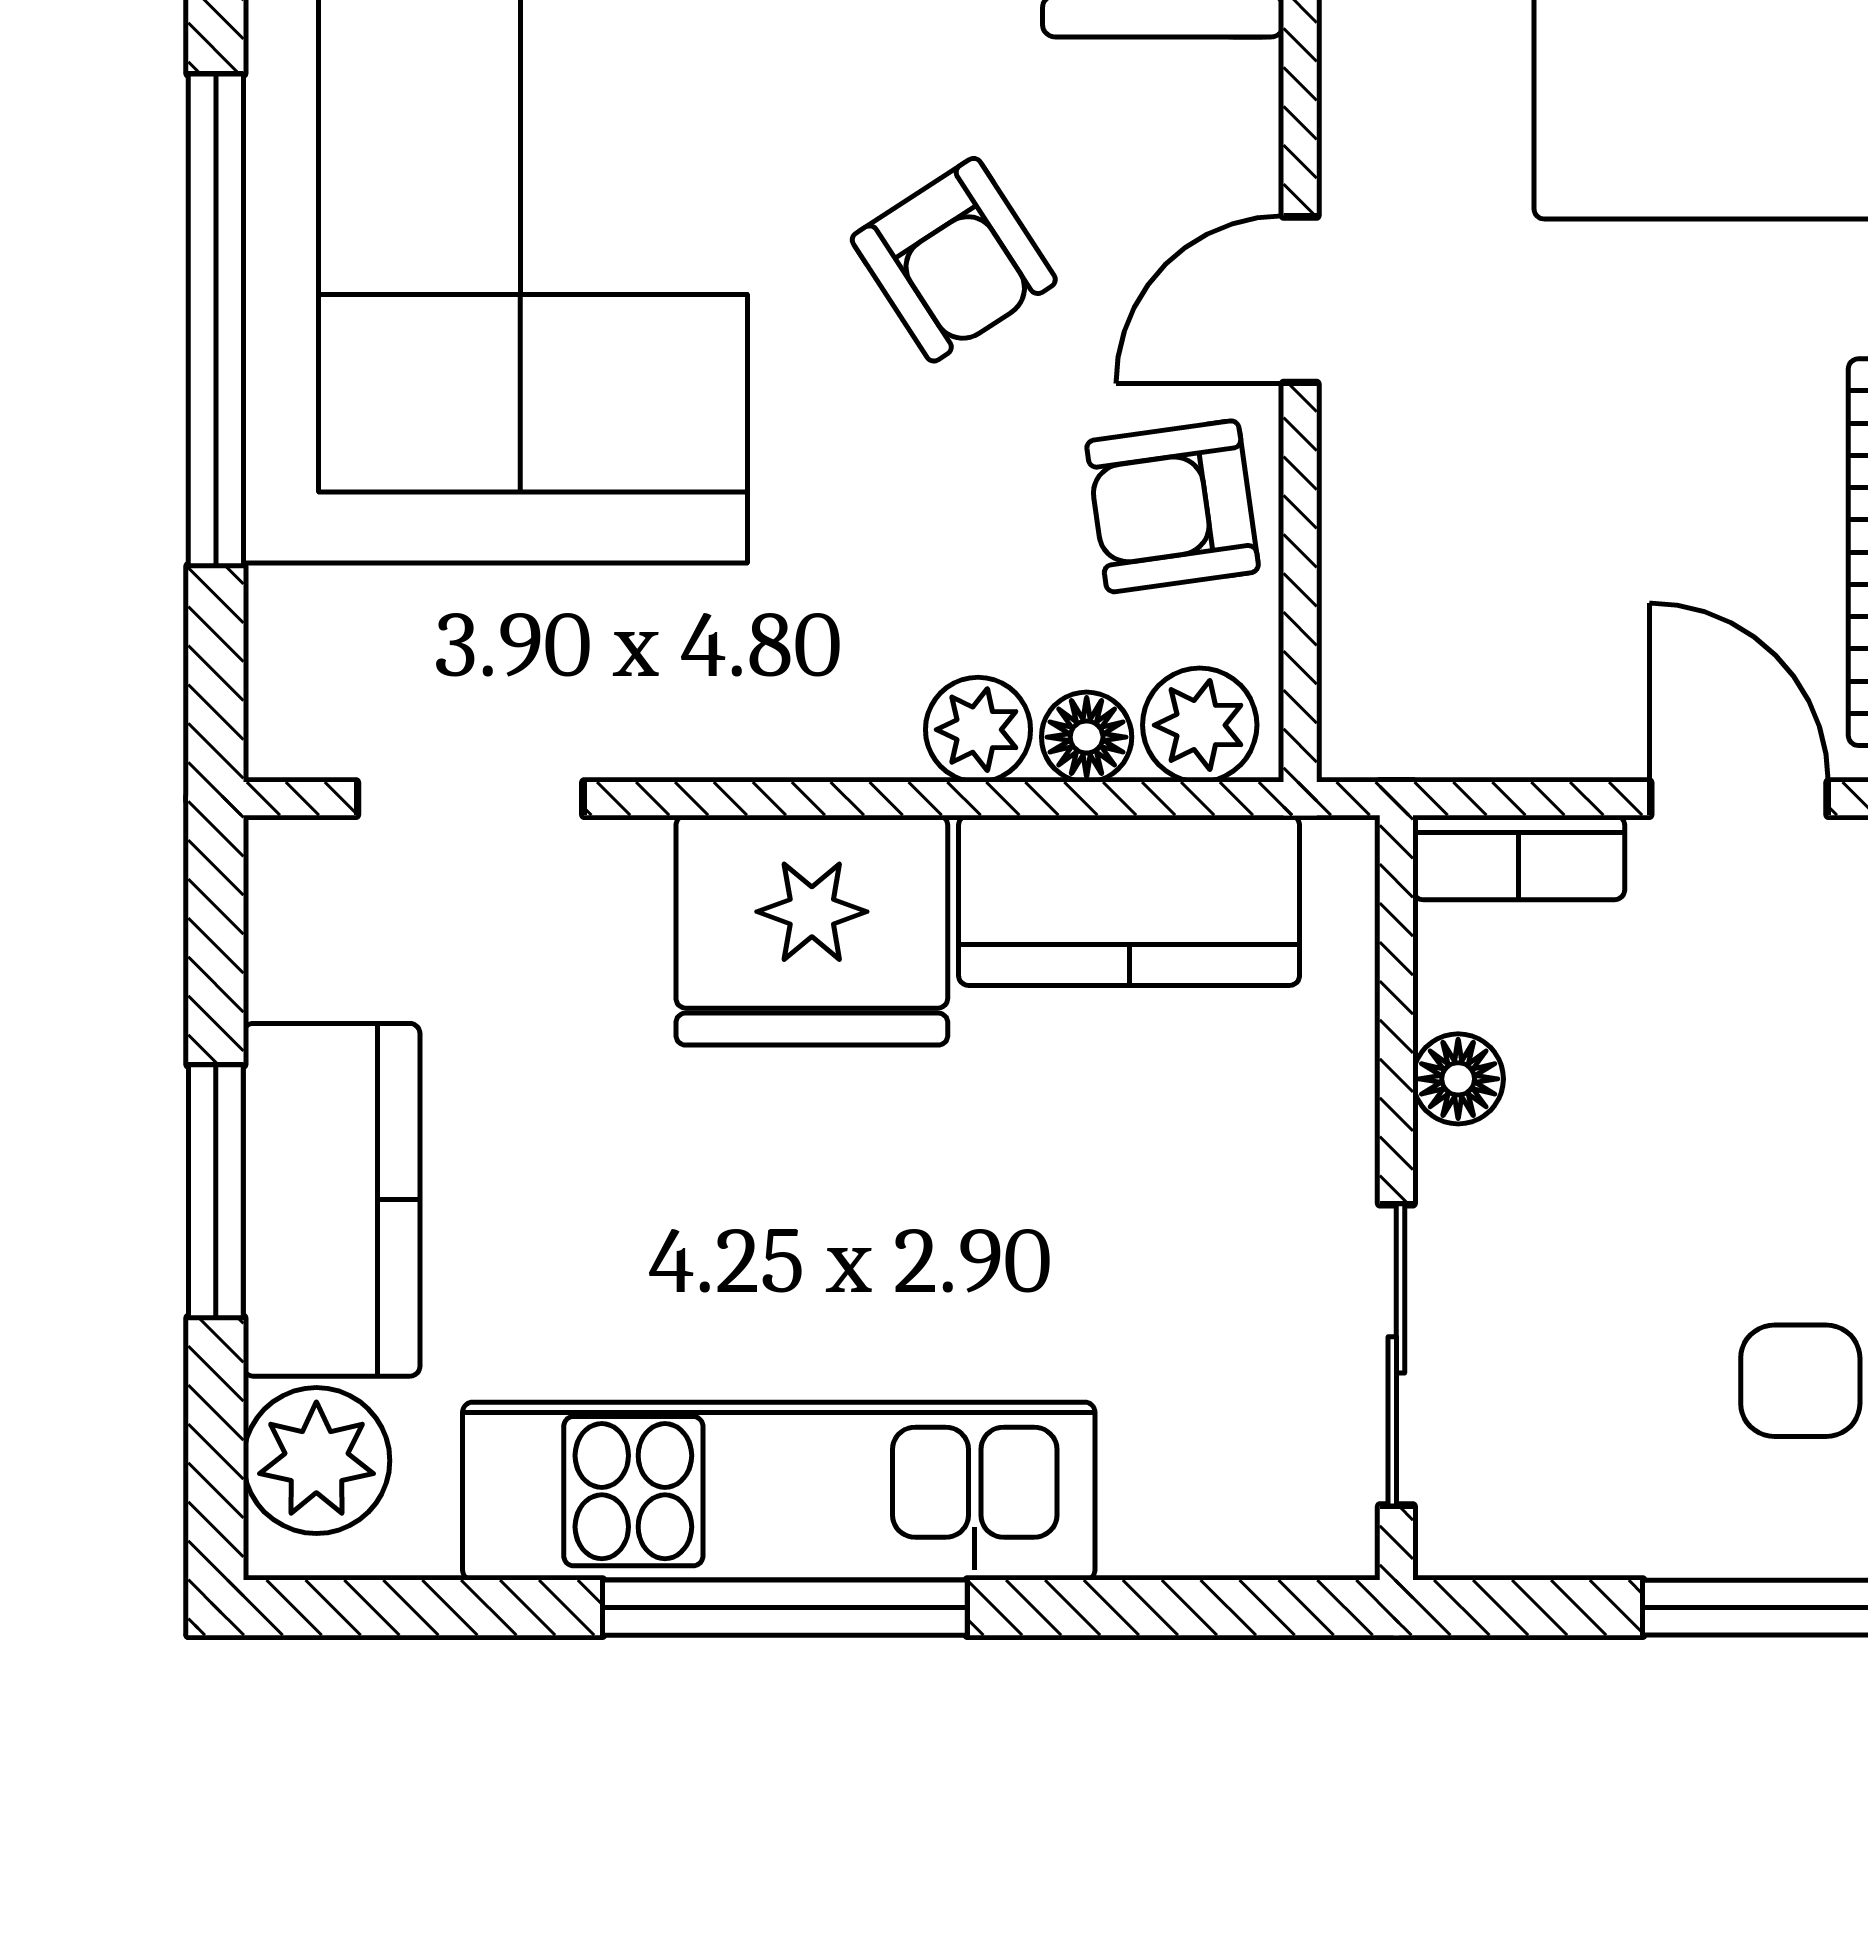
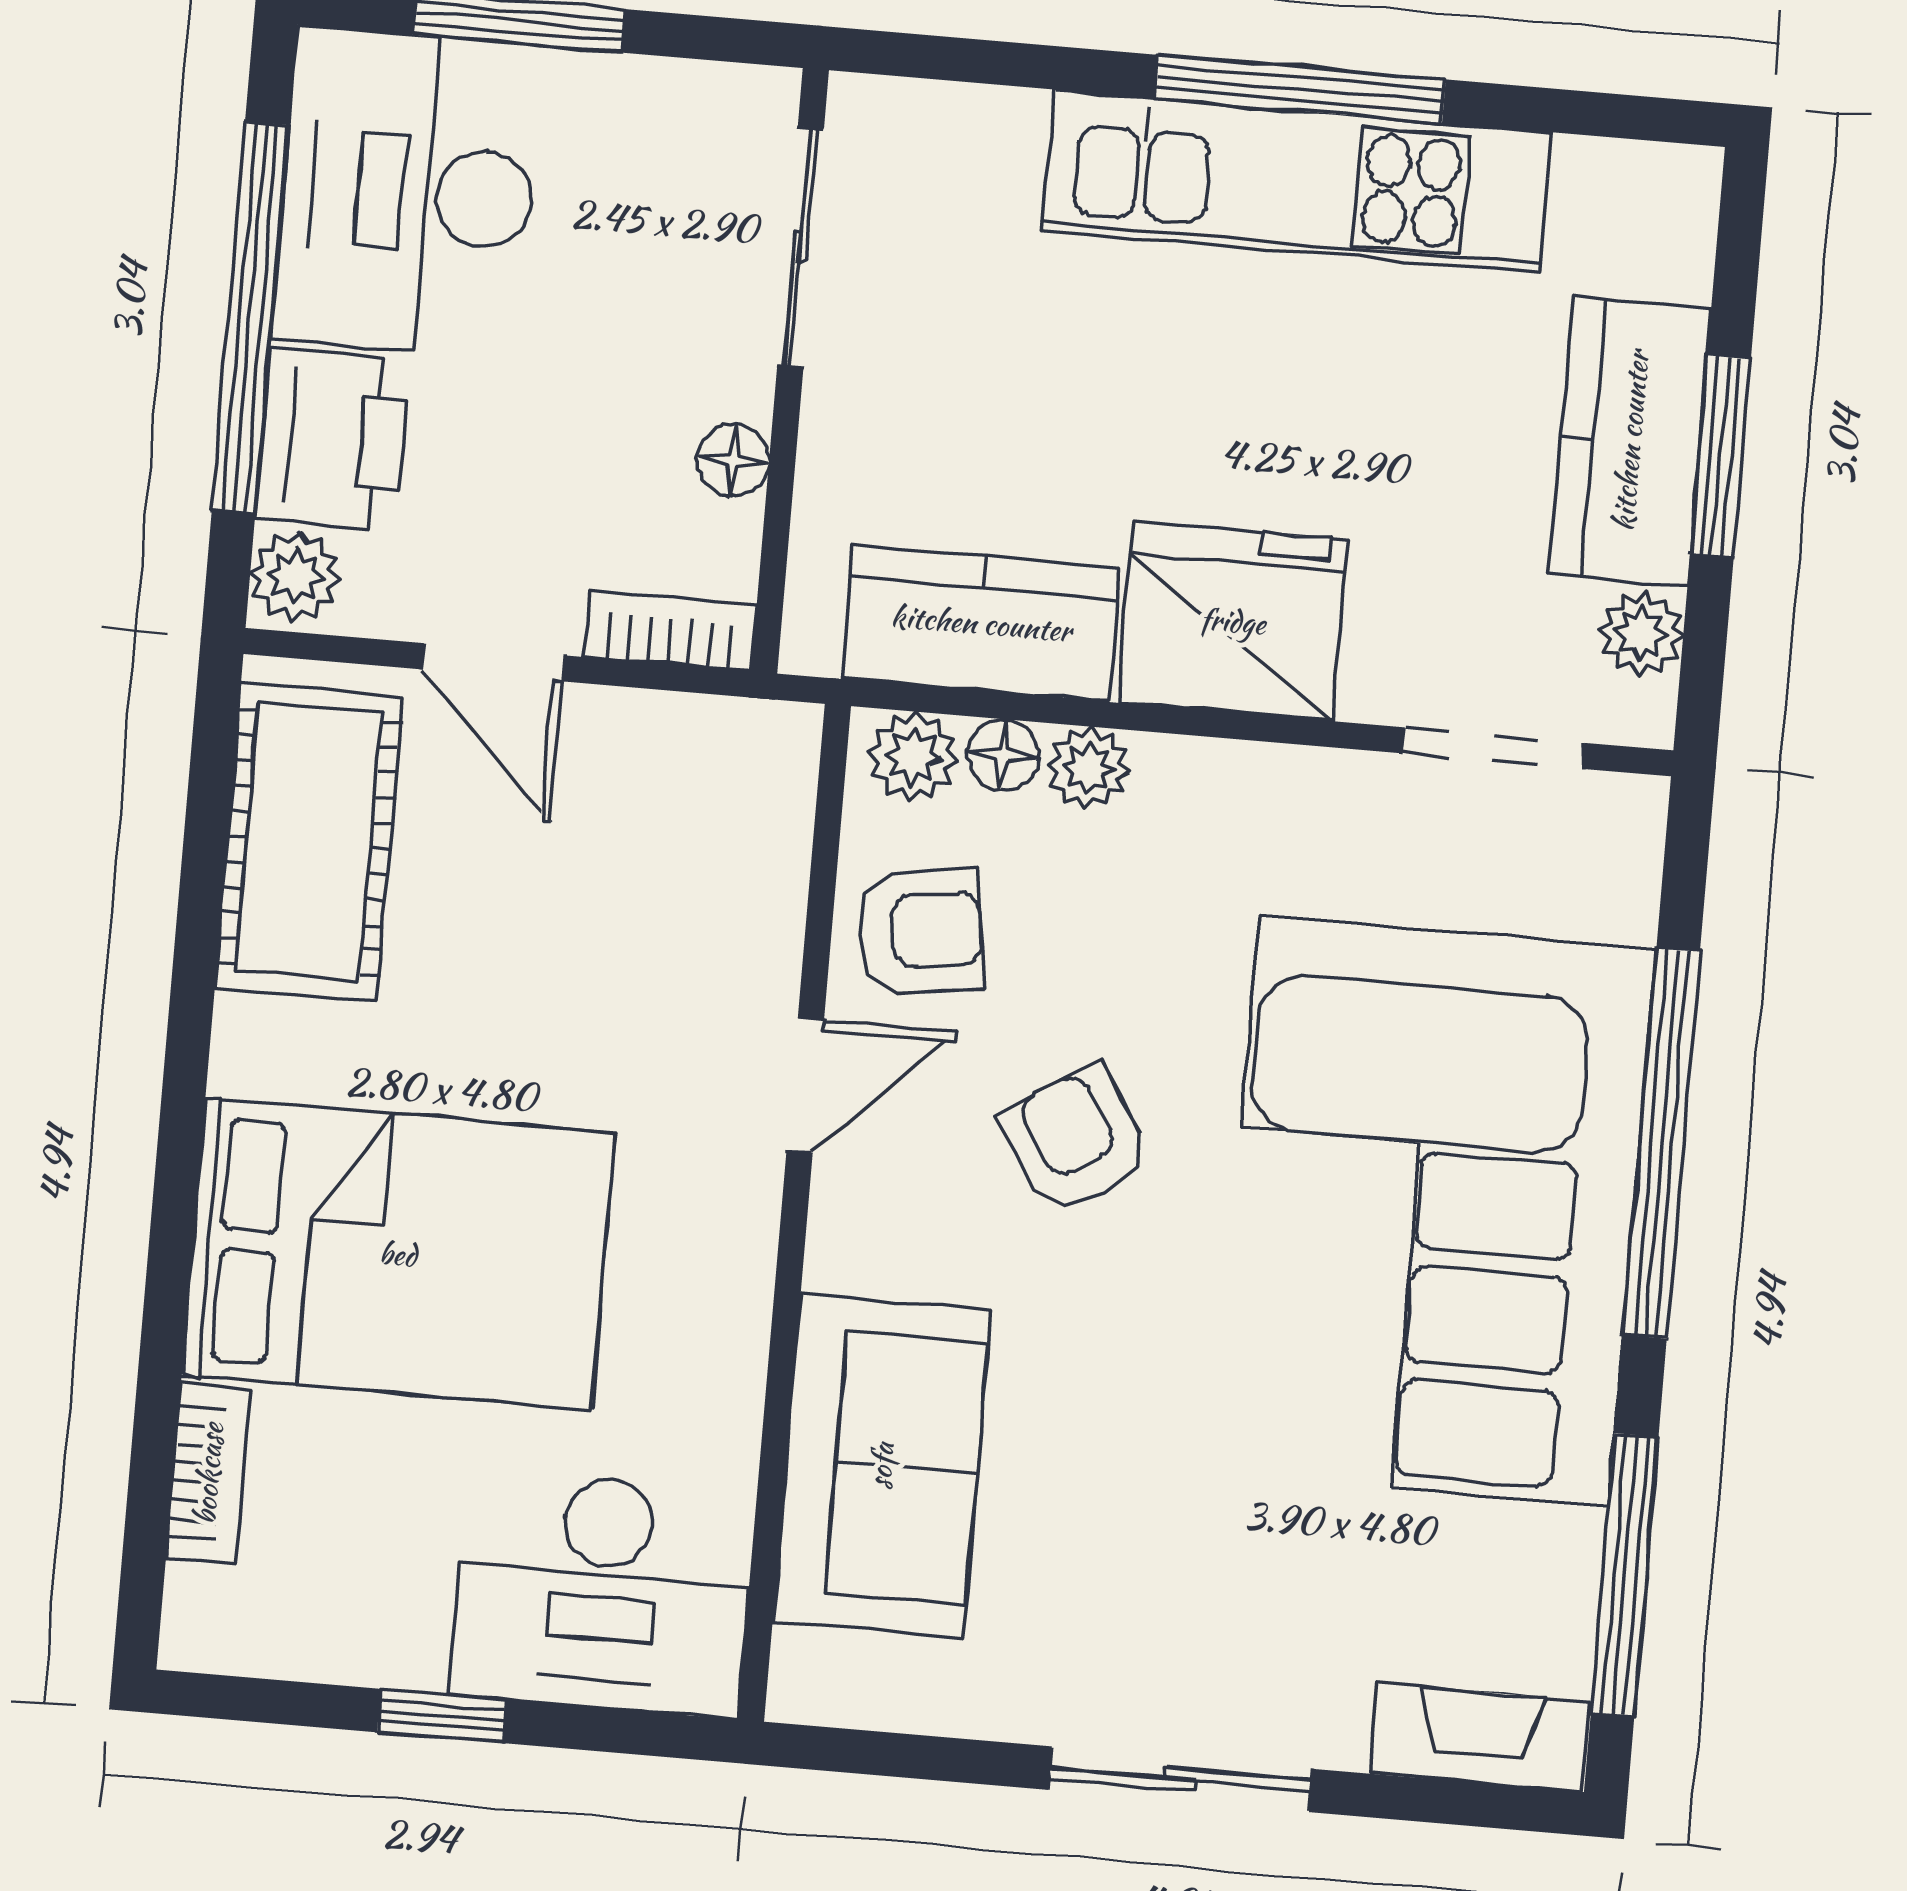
plant: (316, 1461) -> (1641, 633), moved, width x0.73, depth x0.73

